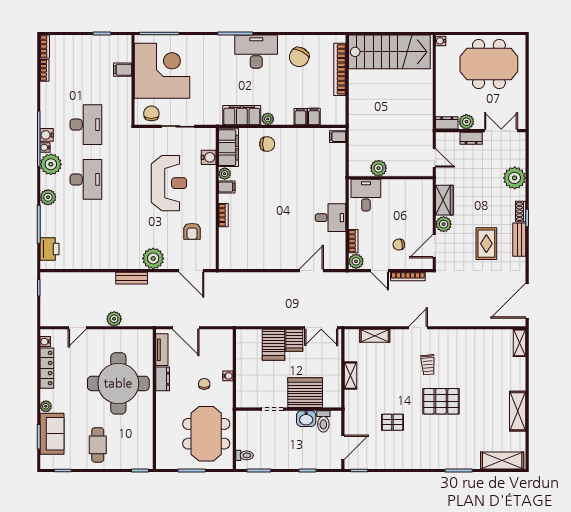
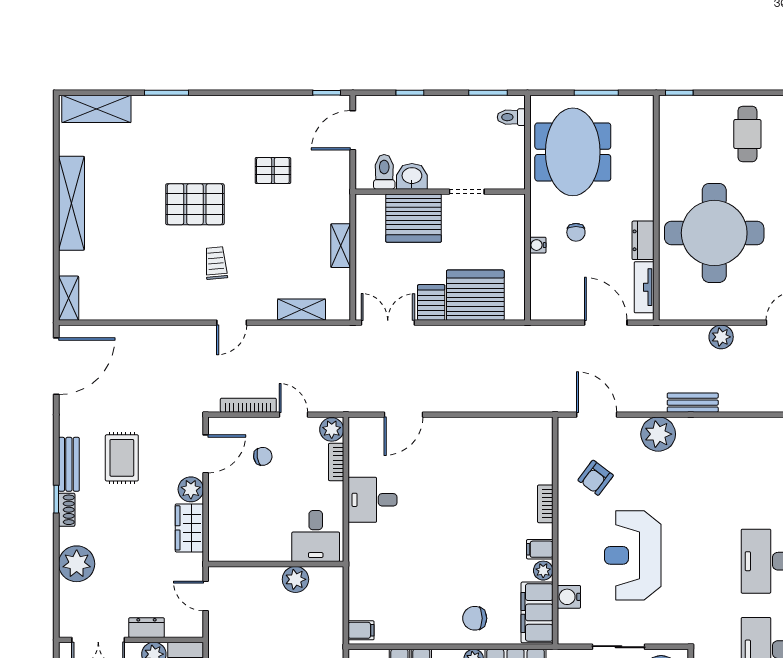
armchair: (192, 231) -> (596, 478), turned -143
server rack: (273, 345) -> (475, 295), width x1.60
shelving: (518, 411) -> (71, 203), width x1.47

